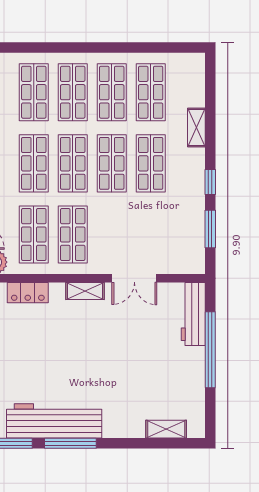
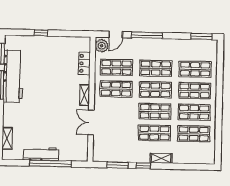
shelving: (196, 128) -> (161, 158), moved
workbench: (193, 314) -> (41, 154), moved

